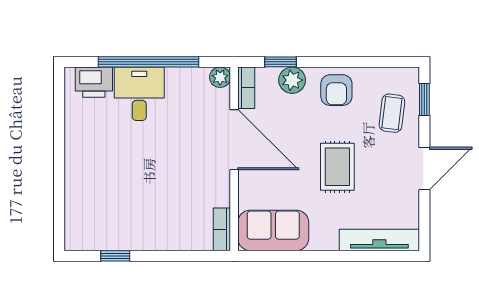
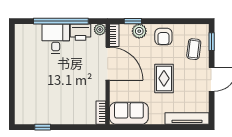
printer: (94, 82) -> (80, 32), moved

